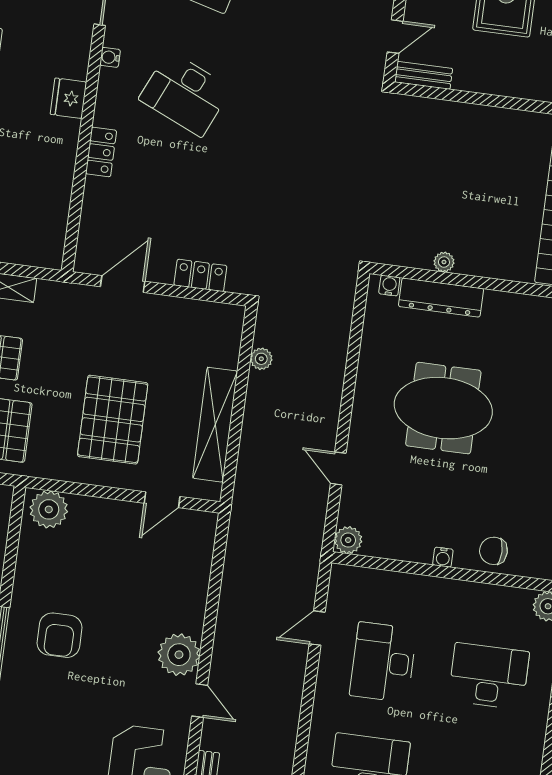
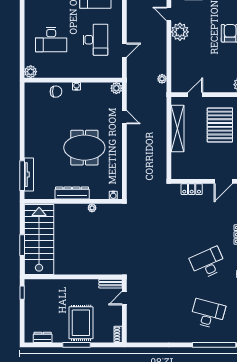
desk: (185, 94) -> (208, 263), turned -48
dresser: (441, 298) -> (72, 193), moved
plant: (261, 359) -> (162, 79), moved

